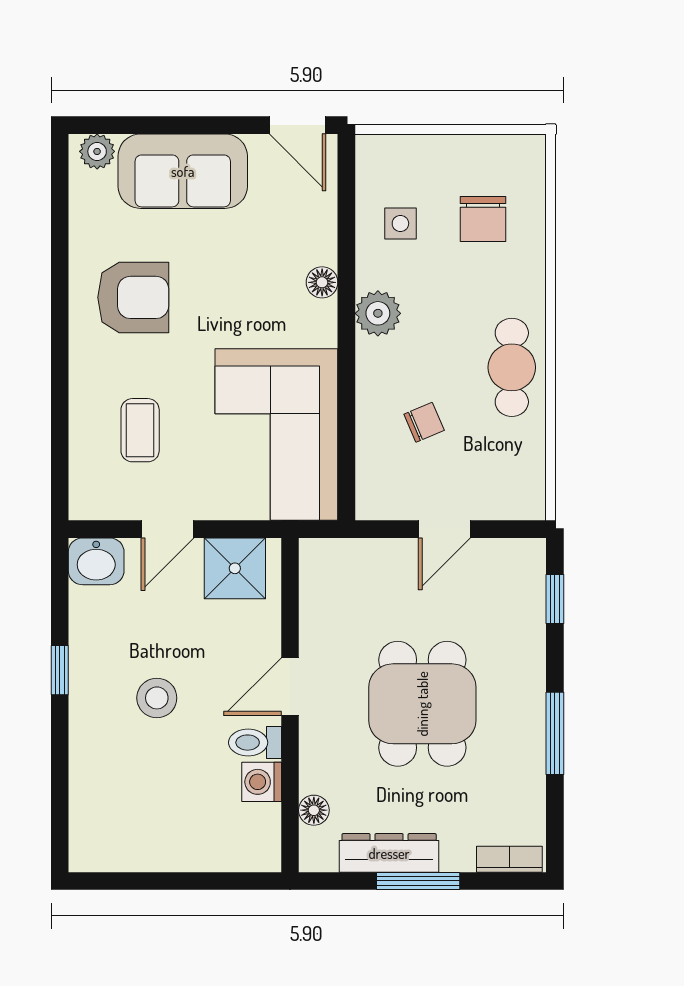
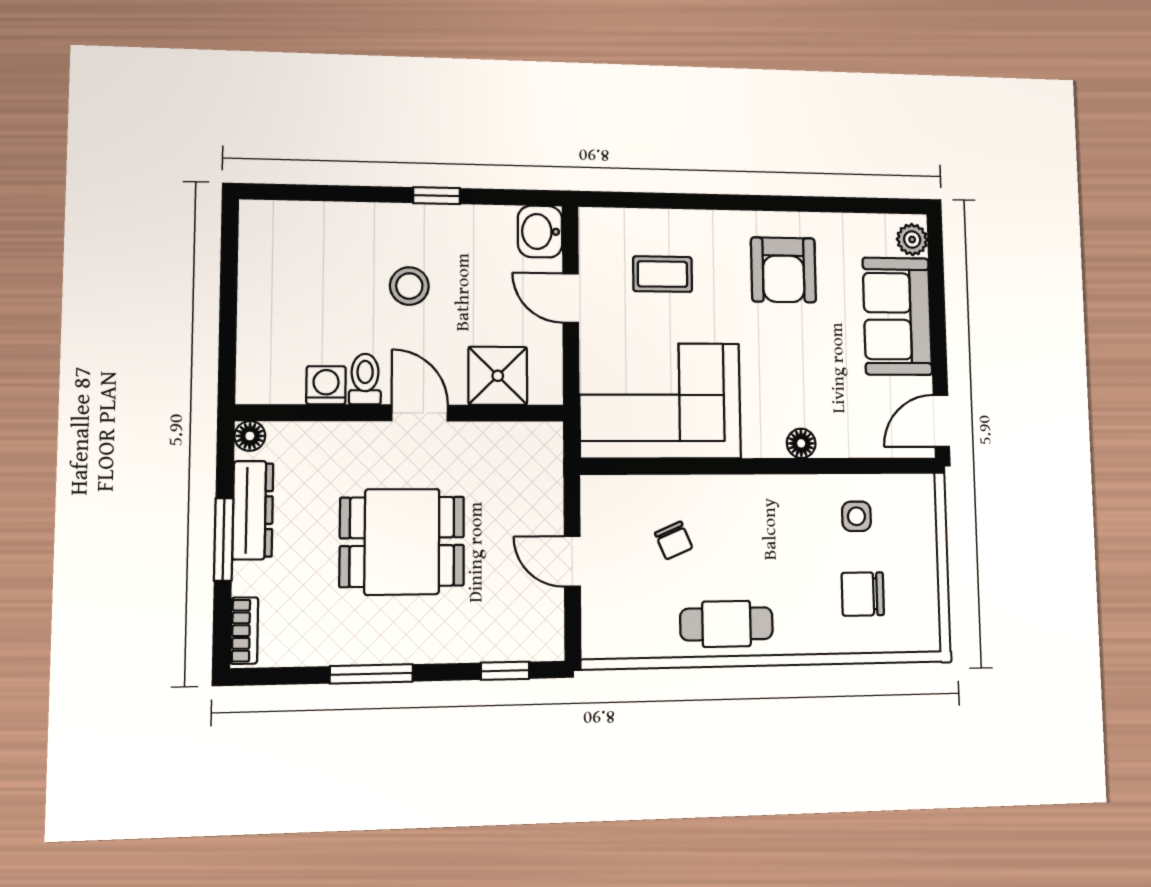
plant: (378, 313) -> (774, 496), removed
shower: (235, 568) -> (498, 376), moved
floor lamp: (314, 810) -> (250, 436), moved

